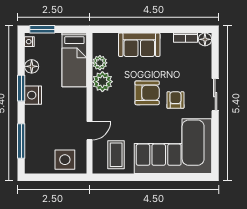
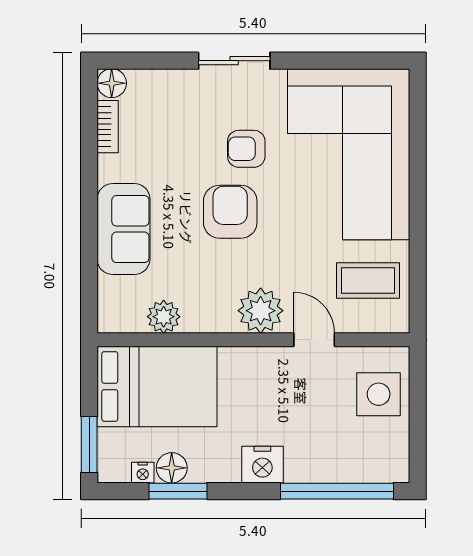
nightstand: (29, 42) -> (143, 473), moved
bed: (74, 60) -> (157, 386), width x1.50
plant: (102, 82) -> (261, 311), moved
window: (21, 88) -> (178, 491), moved
nightstand: (33, 95) -> (262, 465), moved
window: (21, 141) -> (337, 491), width x1.46

